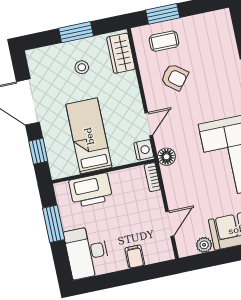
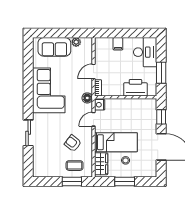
bed: (89, 136) -> (116, 142), moved, turned -90
door: (170, 224) -> (94, 71), moved

